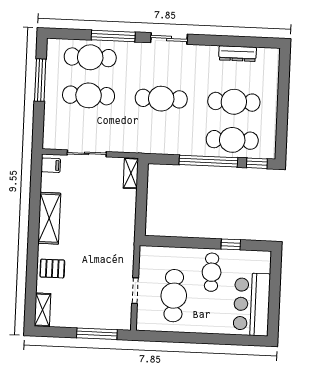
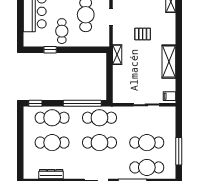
cafe table: (160, 137) -> (99, 118), added
window: (208, 161) -> (82, 103), moved
shelving: (131, 173) -> (117, 55), moved
pallet: (52, 269) -> (143, 34), moved

